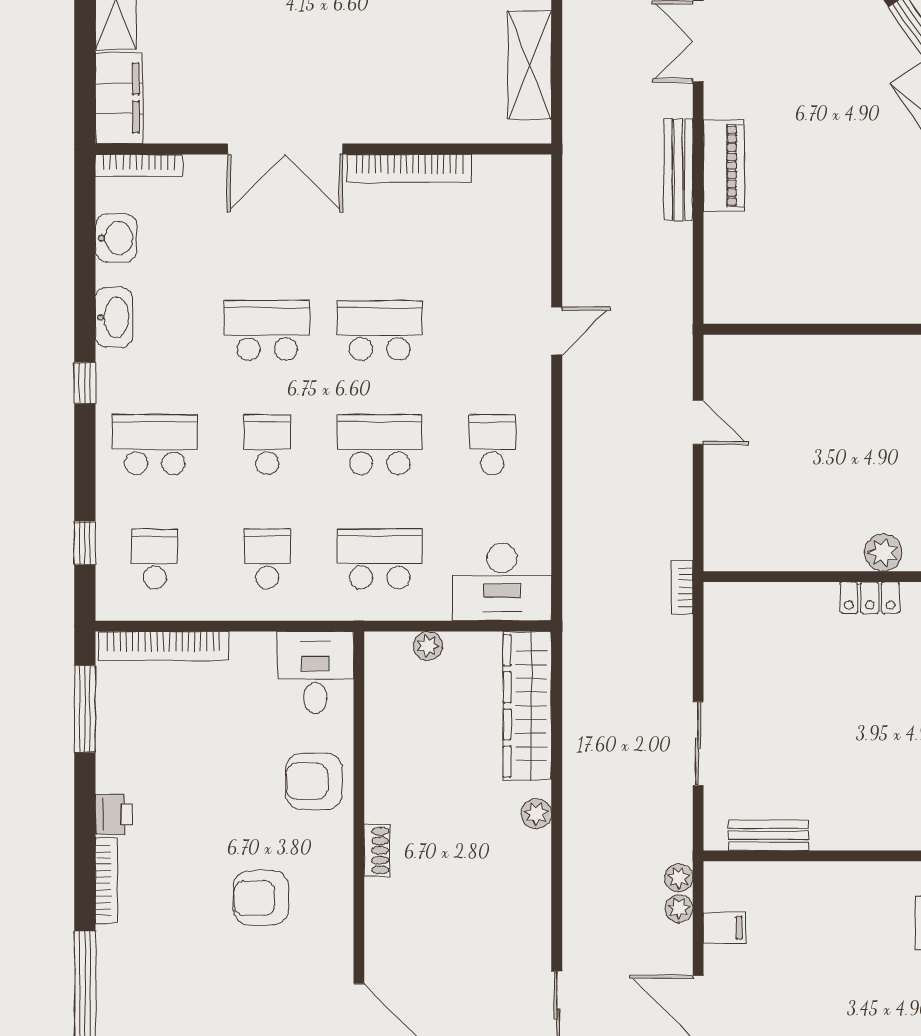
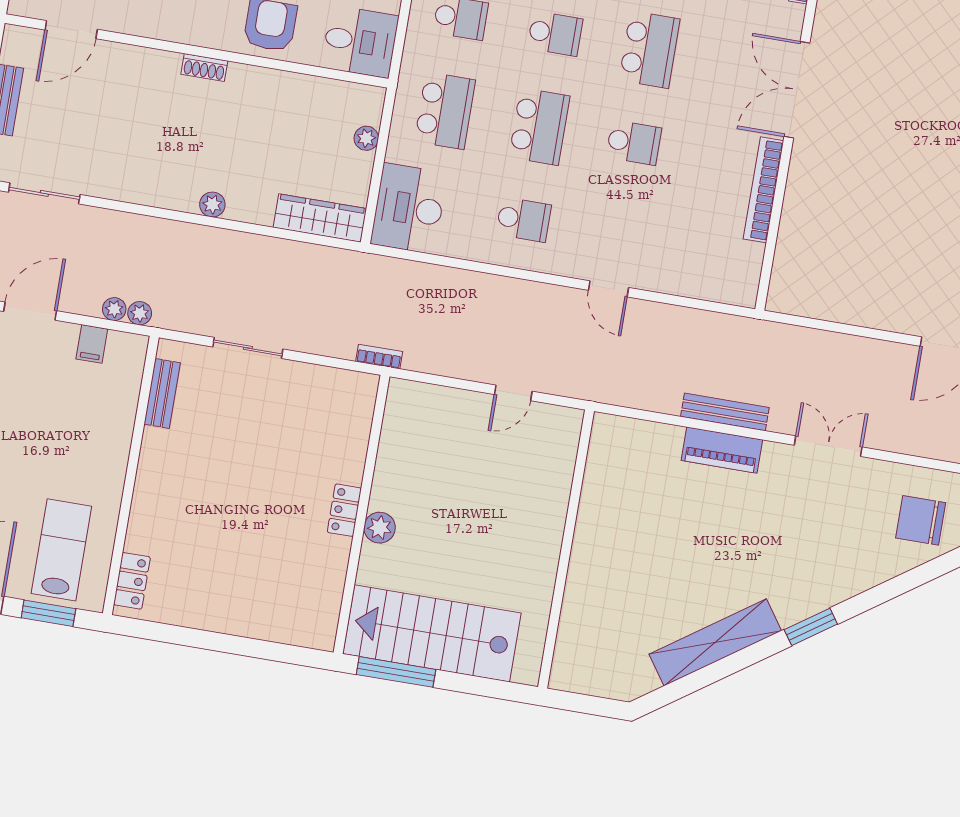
shelving: (530, 65) -> (832, 304), removed
school desk: (380, 330) -> (634, 143), width x0.54
wardrobe: (527, 706) -> (320, 218), width x0.71, depth x0.85

